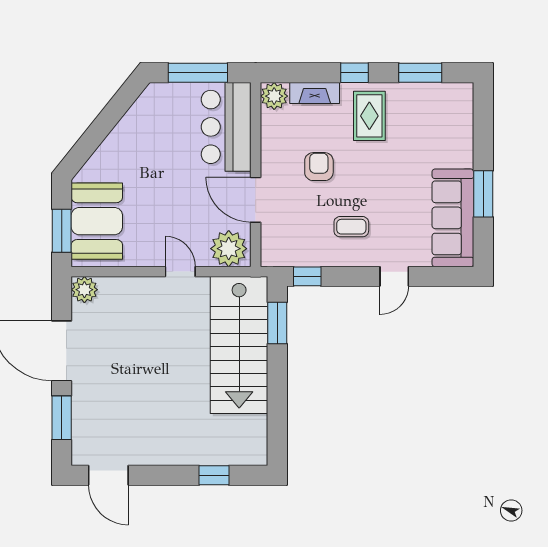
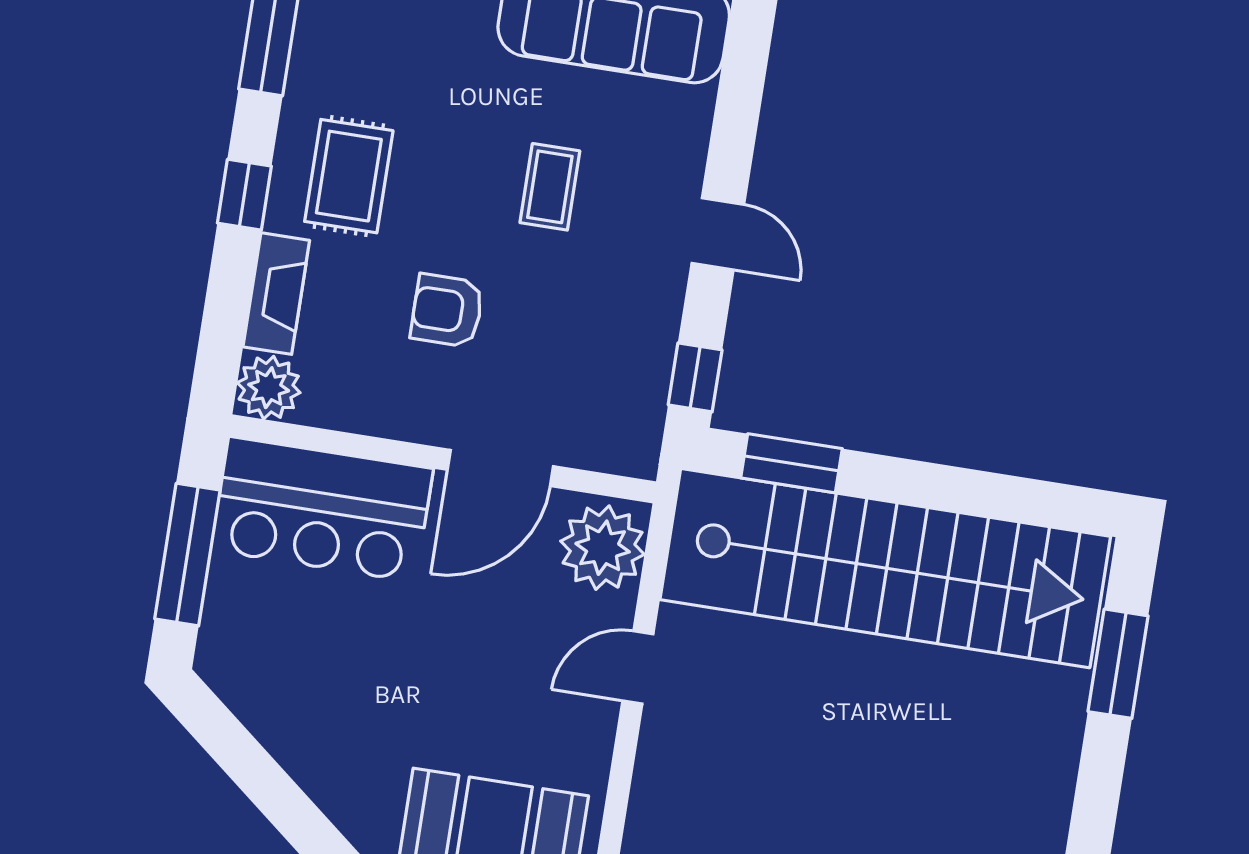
rug: (369, 116) -> (349, 176), turned 90
coffee table: (351, 227) -> (550, 187), moved
door: (394, 276) -> (718, 234), moved
stairs: (239, 345) -> (885, 568), width x1.36
window: (214, 475) -> (1118, 664), width x1.50

